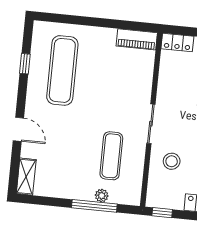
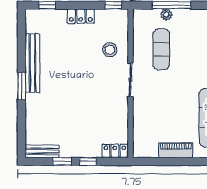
piano: (137, 39) -> (176, 150), moved

